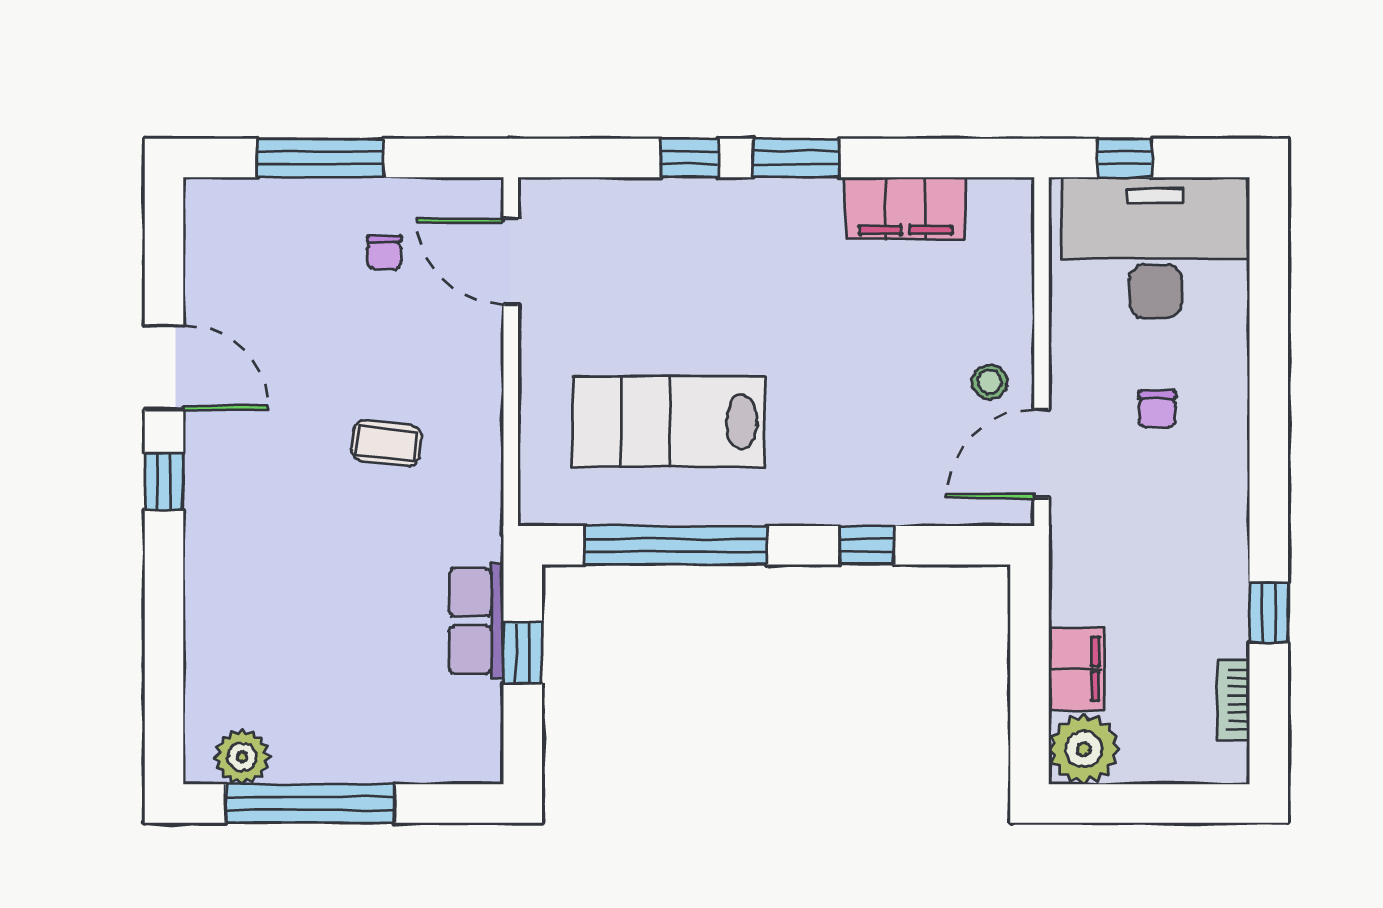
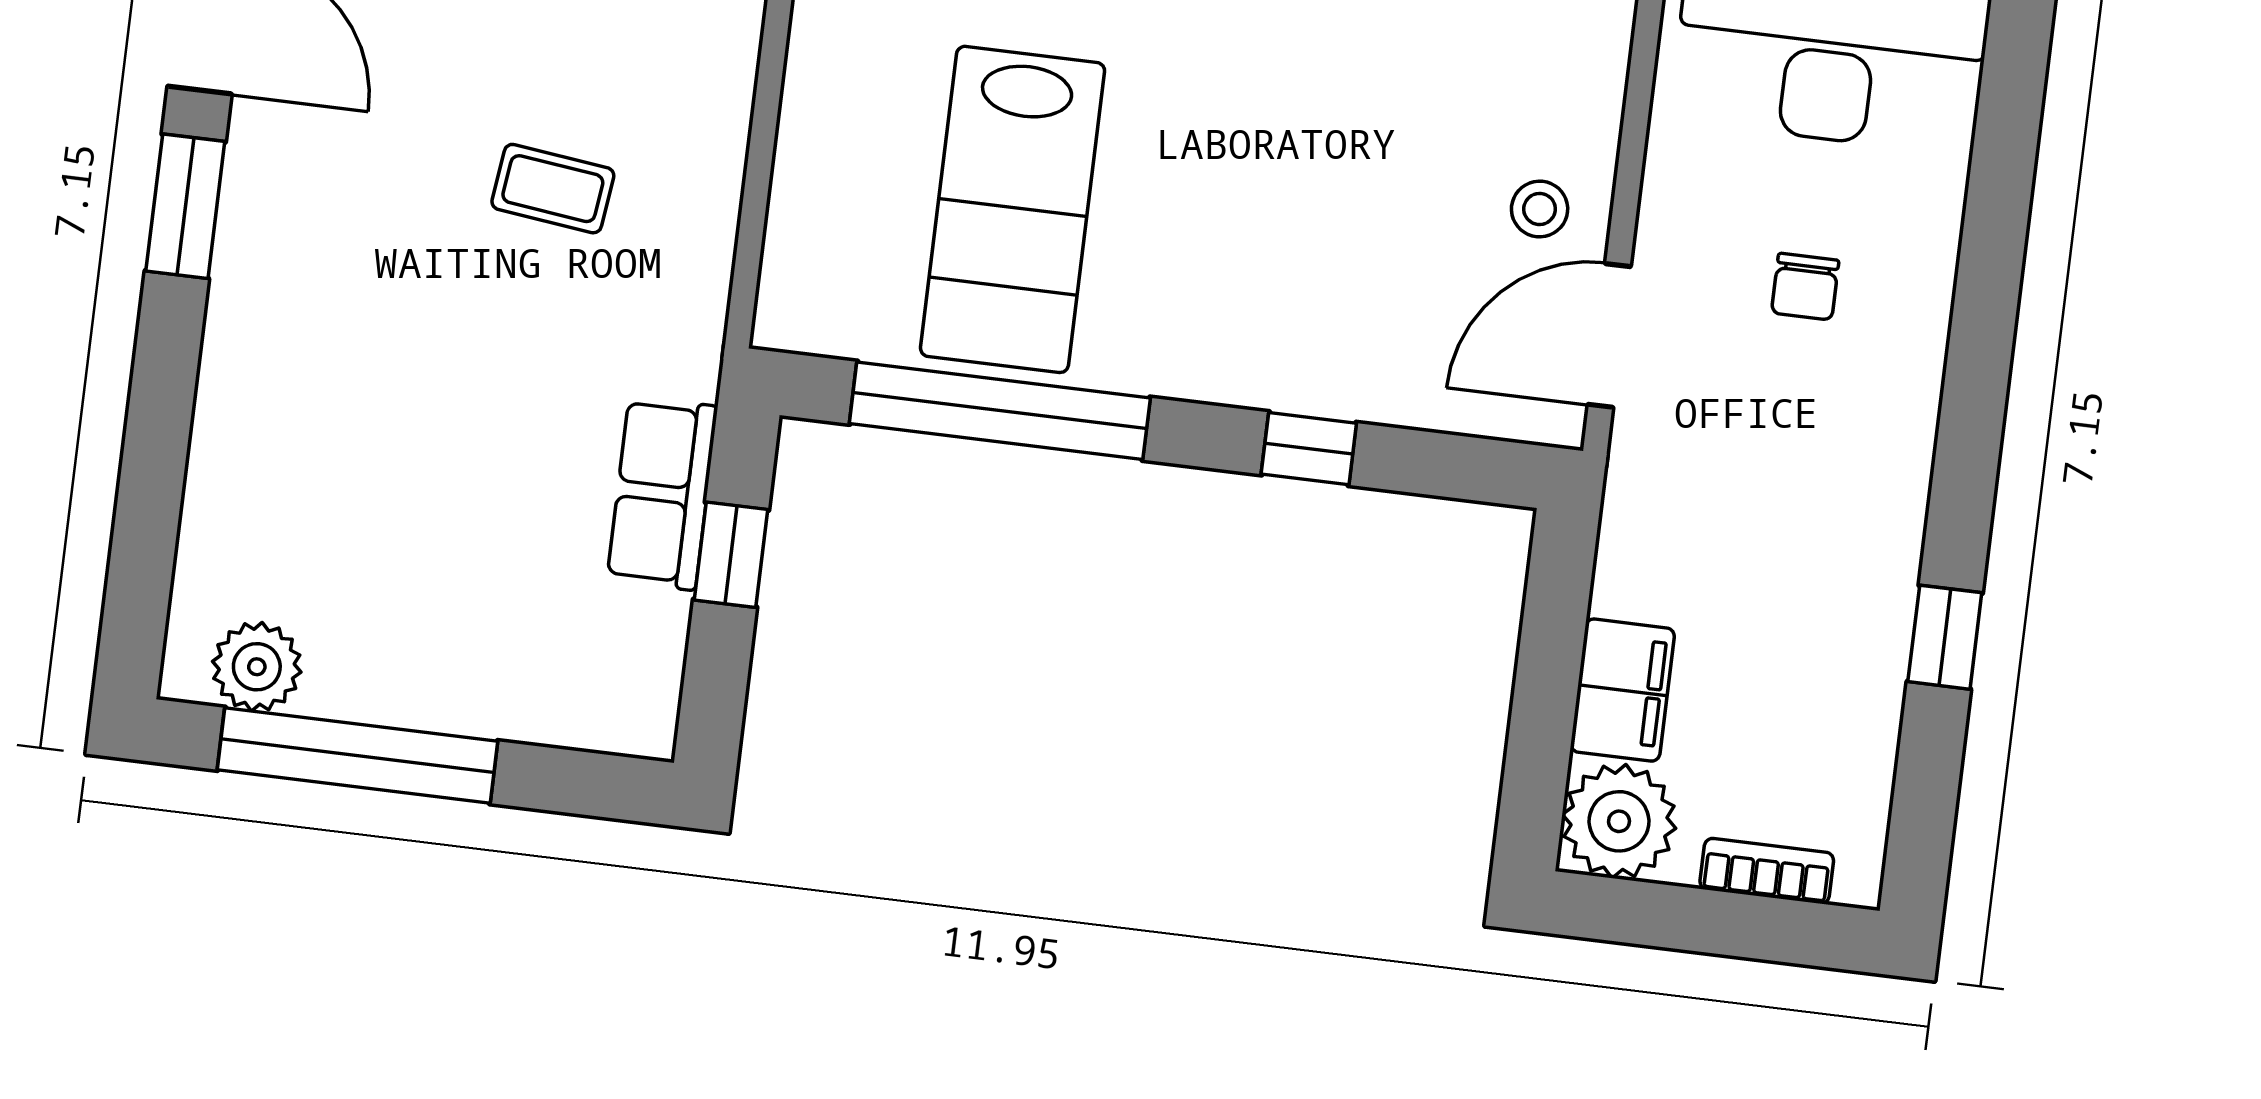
lab bench: (668, 422) -> (1013, 209), turned -90
window: (164, 482) -> (185, 206), width x1.50
bookcase: (1234, 700) -> (1767, 871), moved, turned 90

